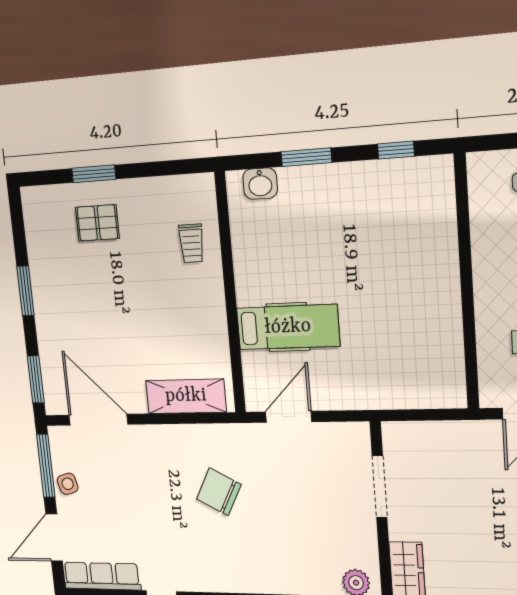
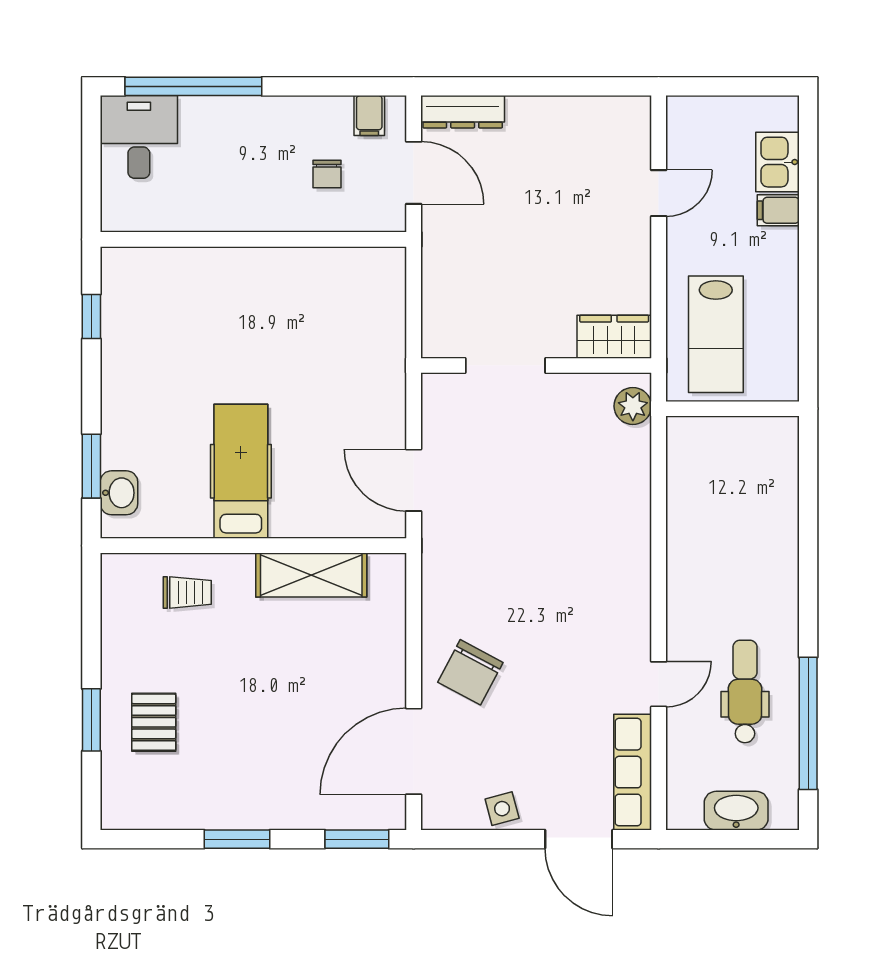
window: (306, 157) -> (91, 466), moved
hospital bed: (288, 327) -> (241, 471), moved
shelving: (186, 396) -> (311, 575), moved, turned 90
window: (46, 466) -> (477, 839), removed
chair: (219, 492) -> (470, 672), moved

